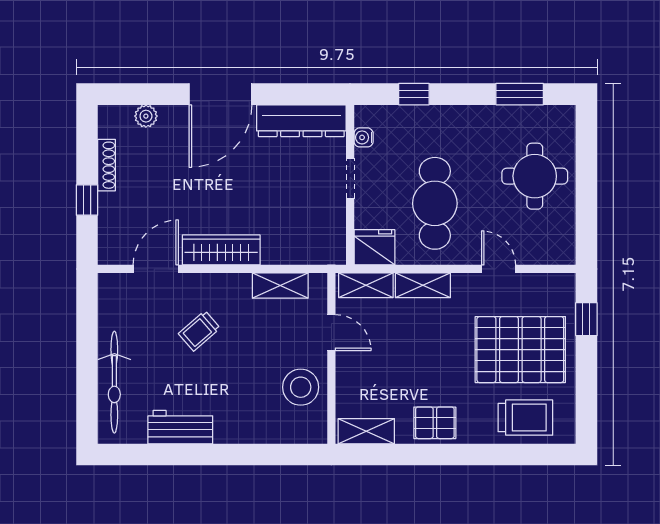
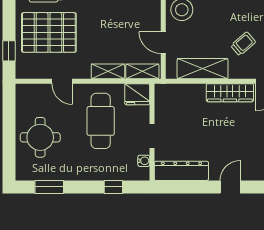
door: (221, 94) -> (230, 187), width x0.53
shelving: (280, 286) -> (203, 69), width x1.50, depth x1.33

